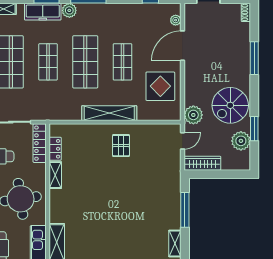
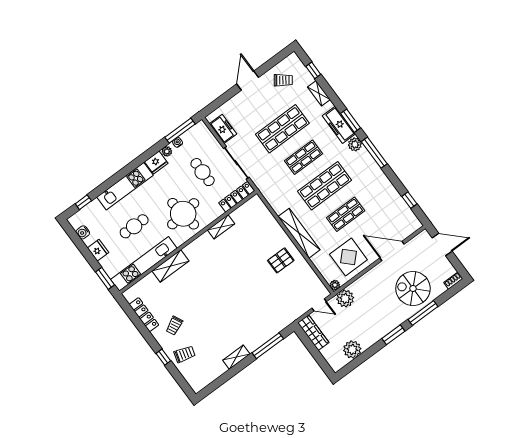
plant: (176, 20) -> (335, 285), moved
spiral stairs: (230, 105) -> (413, 288), moved
window: (254, 129) -> (393, 335), moved
locker: (55, 149) -> (241, 212), removed

